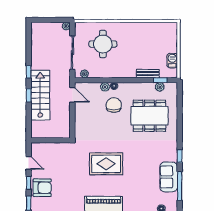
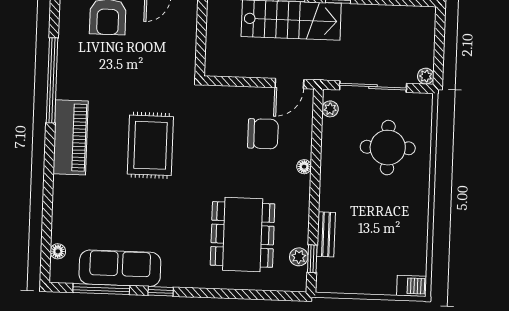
barbecue: (172, 61) -> (412, 286), moved
plant: (105, 87) -> (303, 149), removed
chair: (114, 105) -> (263, 134), moved
sofa: (169, 177) -> (120, 268), width x1.36

